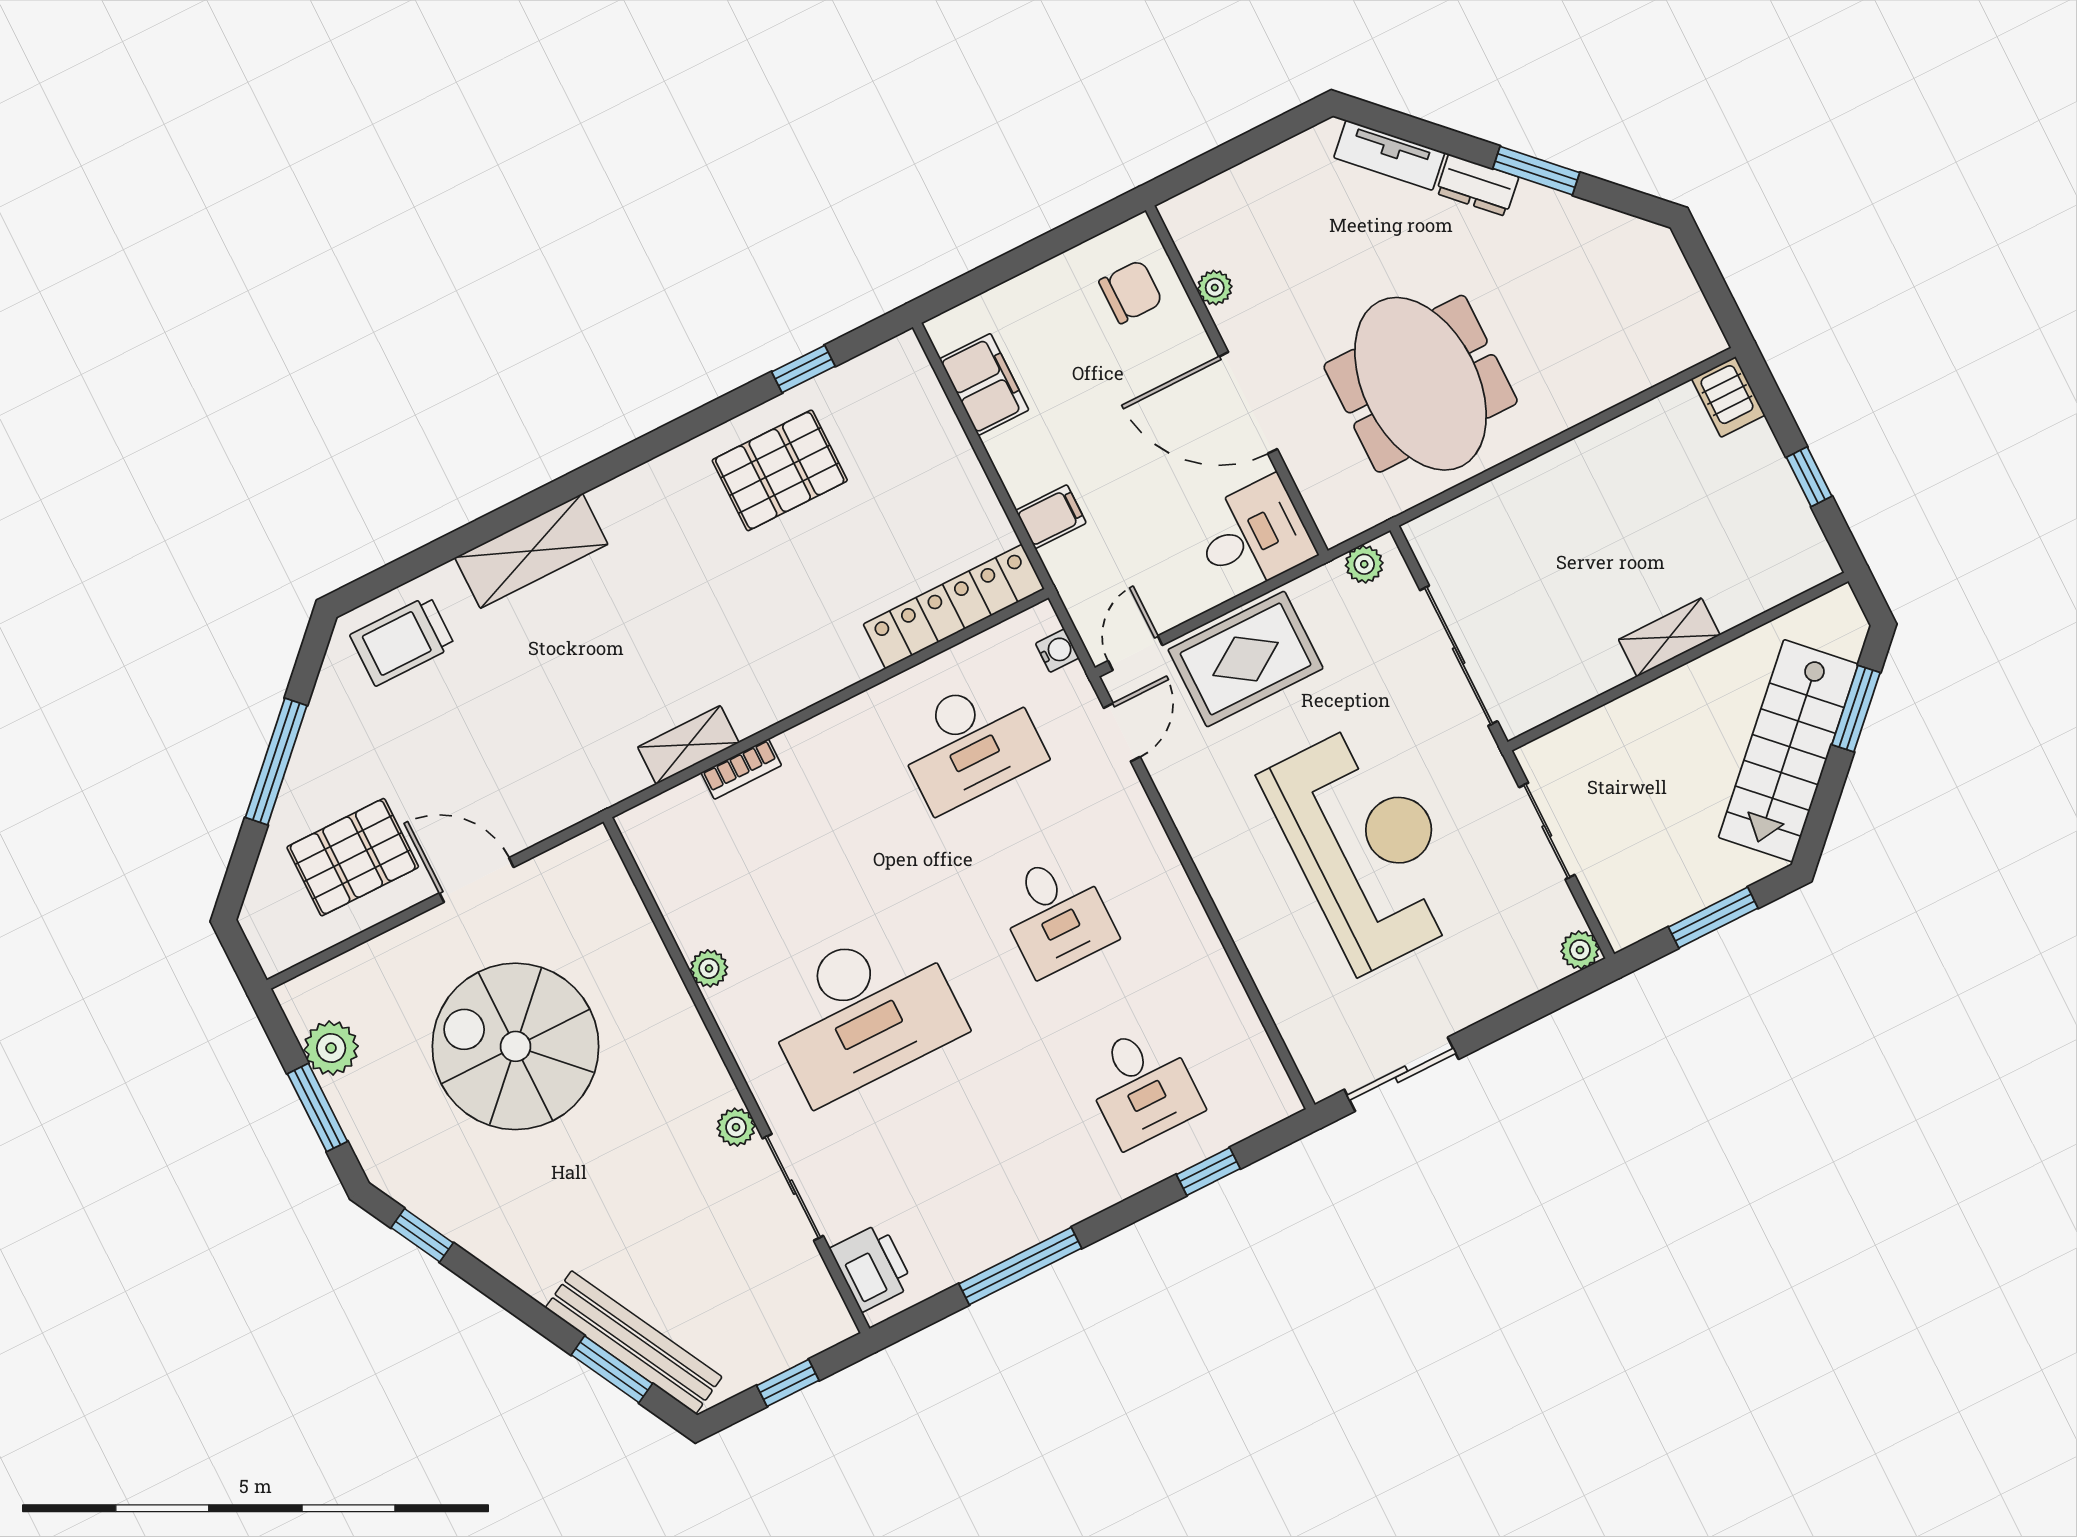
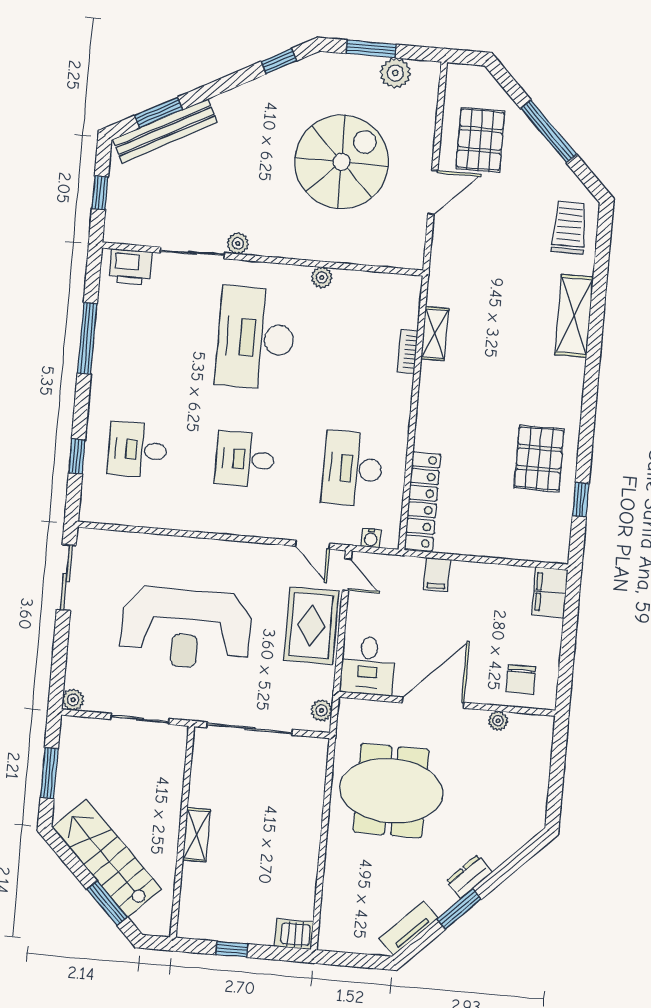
tv unit: (1389, 155) -> (409, 928), moved
filing cabinet: (984, 384) -> (550, 592), moved, turned 90

